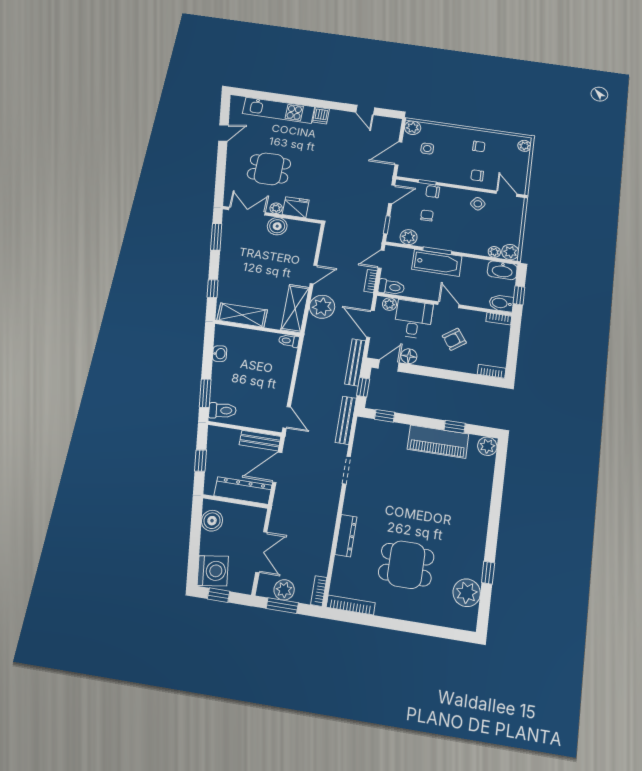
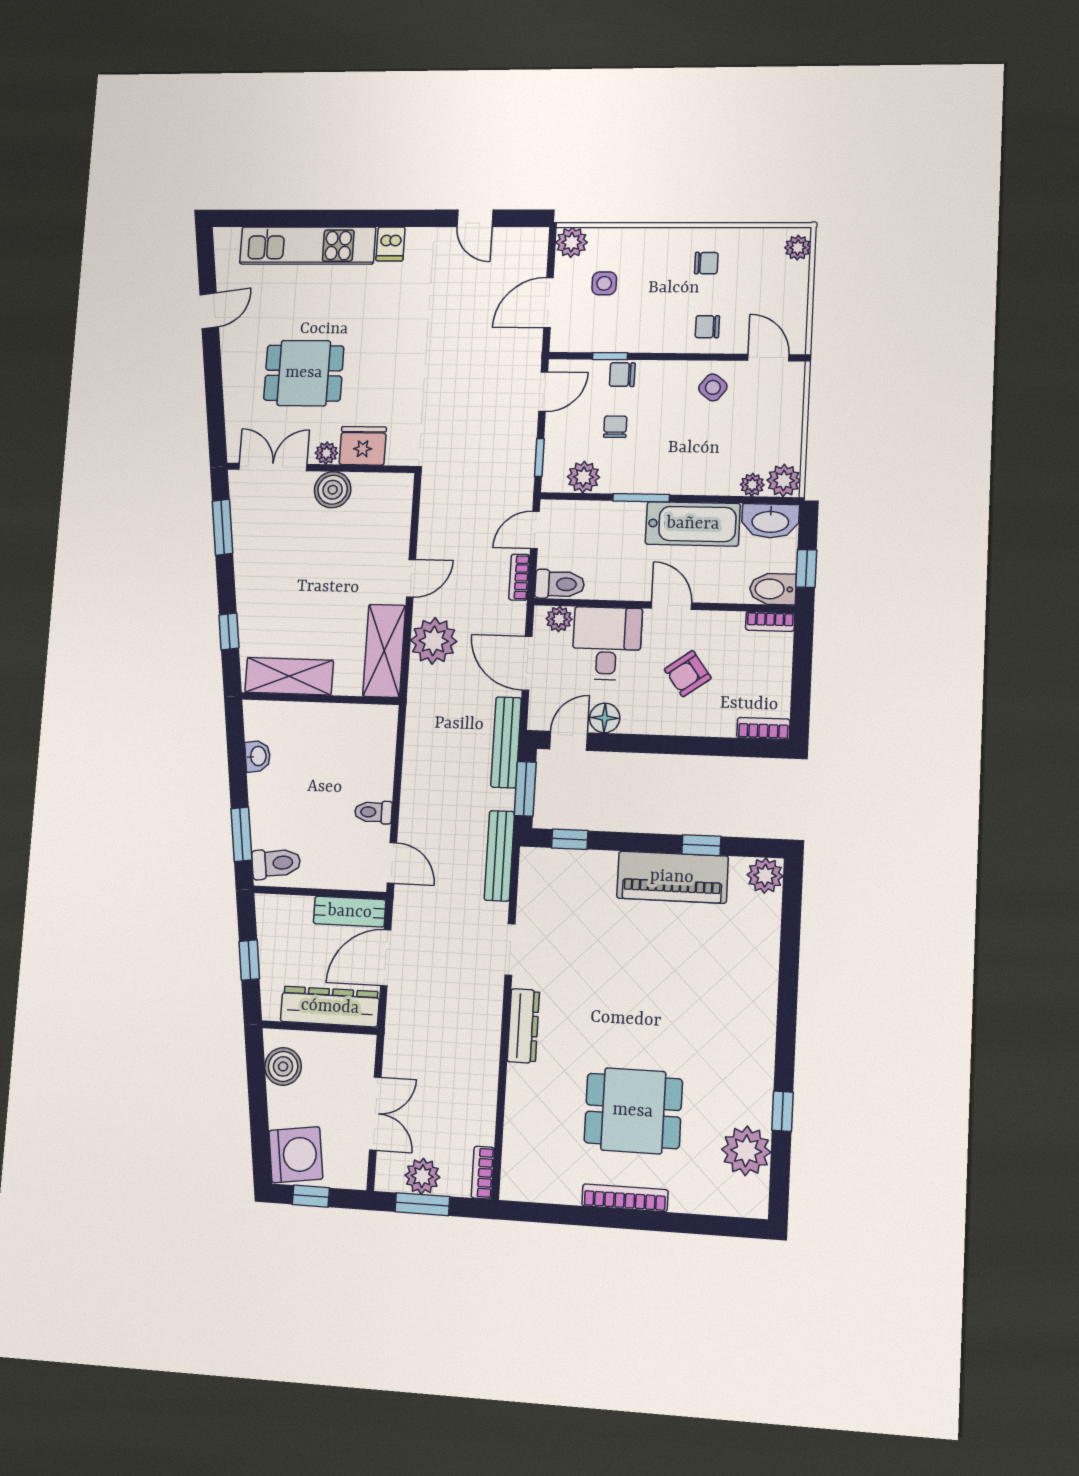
bathtub: (437, 263) -> (693, 524), moved
toilet: (289, 341) -> (373, 812), moved
window: (363, 387) -> (525, 789), width x1.50
dresser: (346, 536) -> (523, 1026), moved
bookcase: (351, 605) -> (625, 1198), moved

